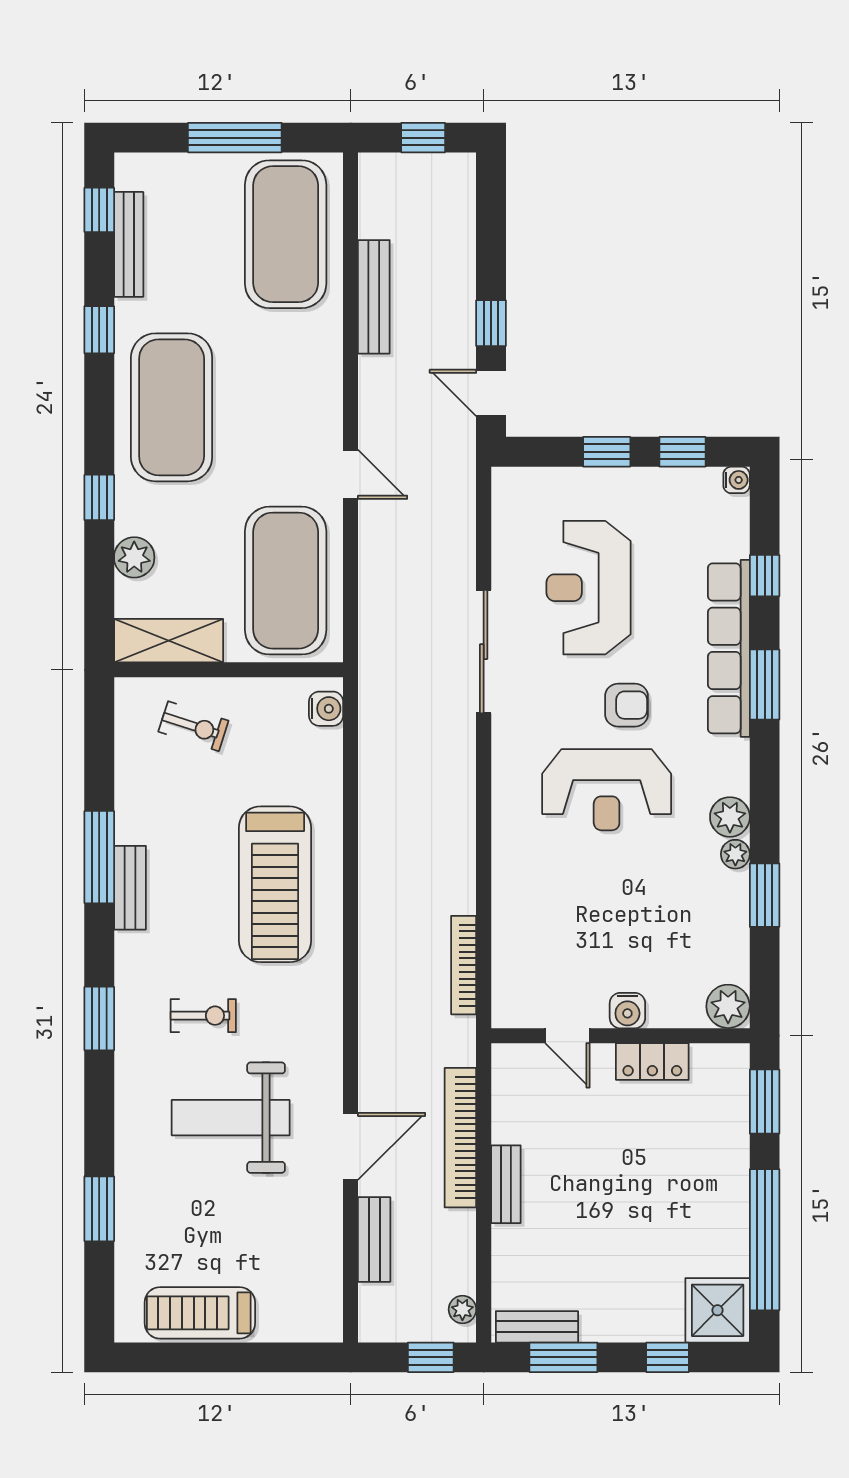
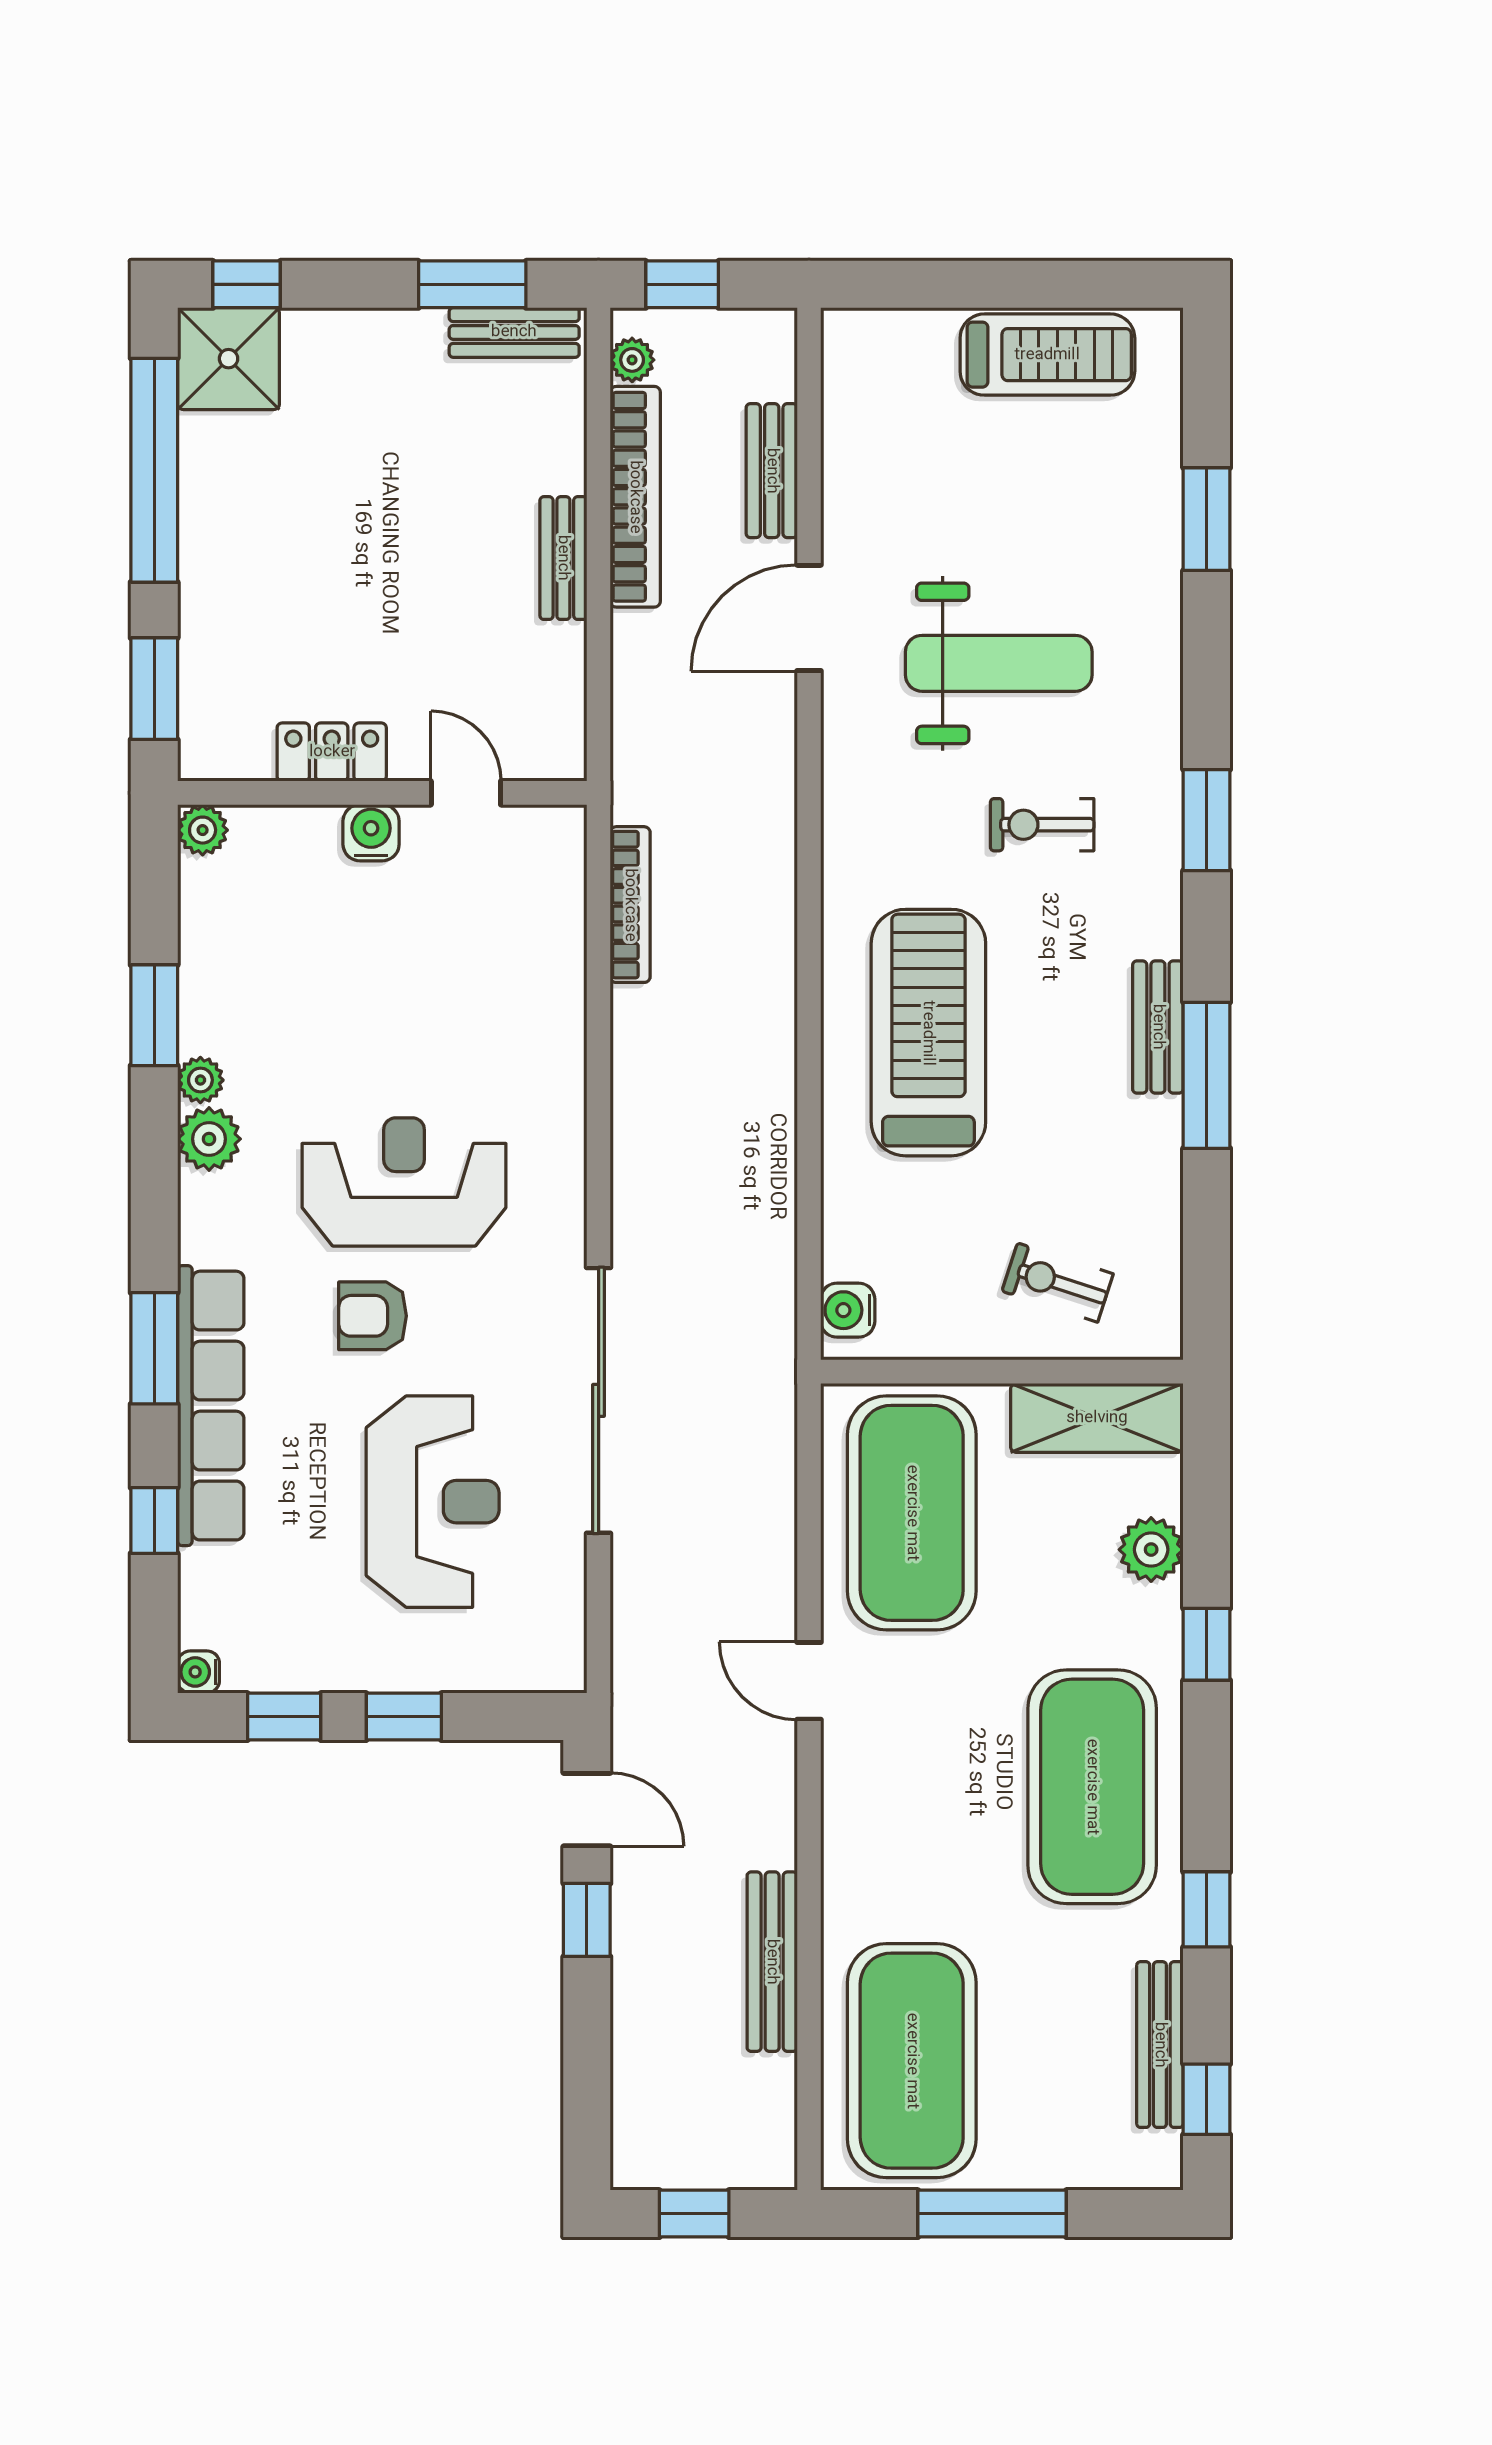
sliding door: (484, 652) -> (599, 1400), width x1.36
plant: (728, 1006) -> (203, 830), width x0.73, depth x0.73
bookcase: (460, 1138) -> (635, 497), moved
window: (668, 1357) -> (247, 284), moved

